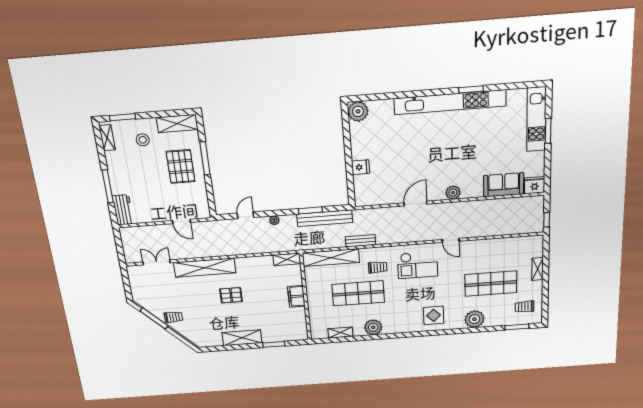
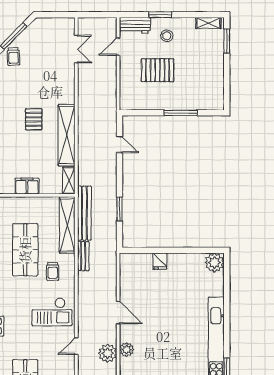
shelving: (177, 124) -> (217, 91), removed
stool: (143, 140) -> (167, 36), moved
pallet: (181, 167) -> (158, 70), moved
window: (108, 186) -> (160, 15), width x0.69
bench: (325, 218) -> (84, 213), moved
plant: (274, 220) -> (108, 353), moved, width x1.88, depth x1.88
door: (181, 221) -> (118, 47), moved
checkout: (418, 265) -> (52, 312), turned -90
shelving: (205, 268) -> (67, 135), moved

